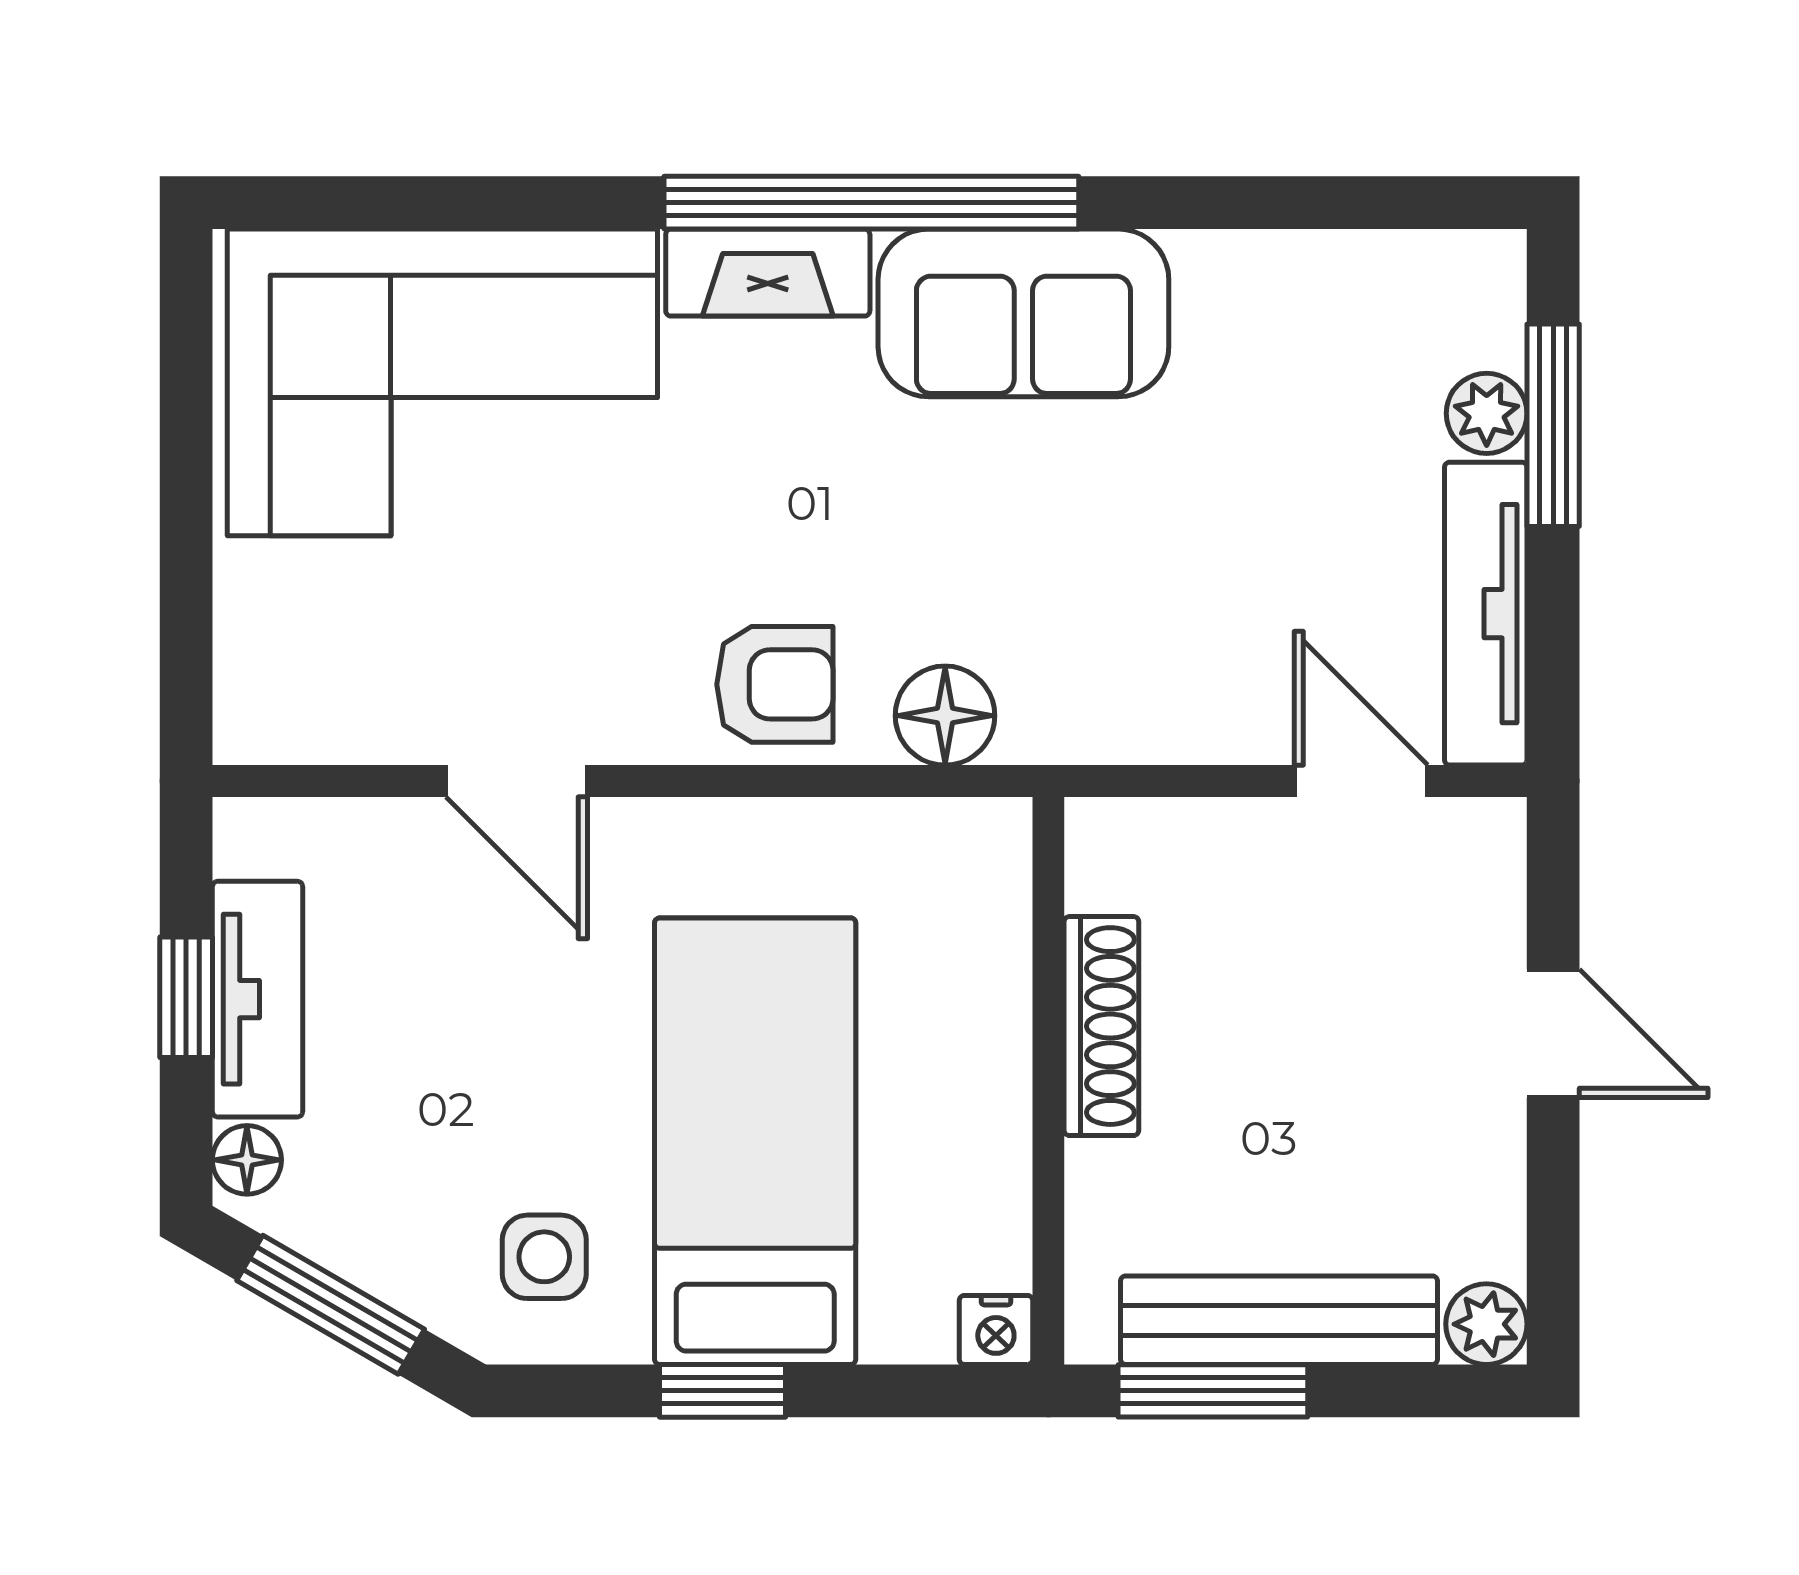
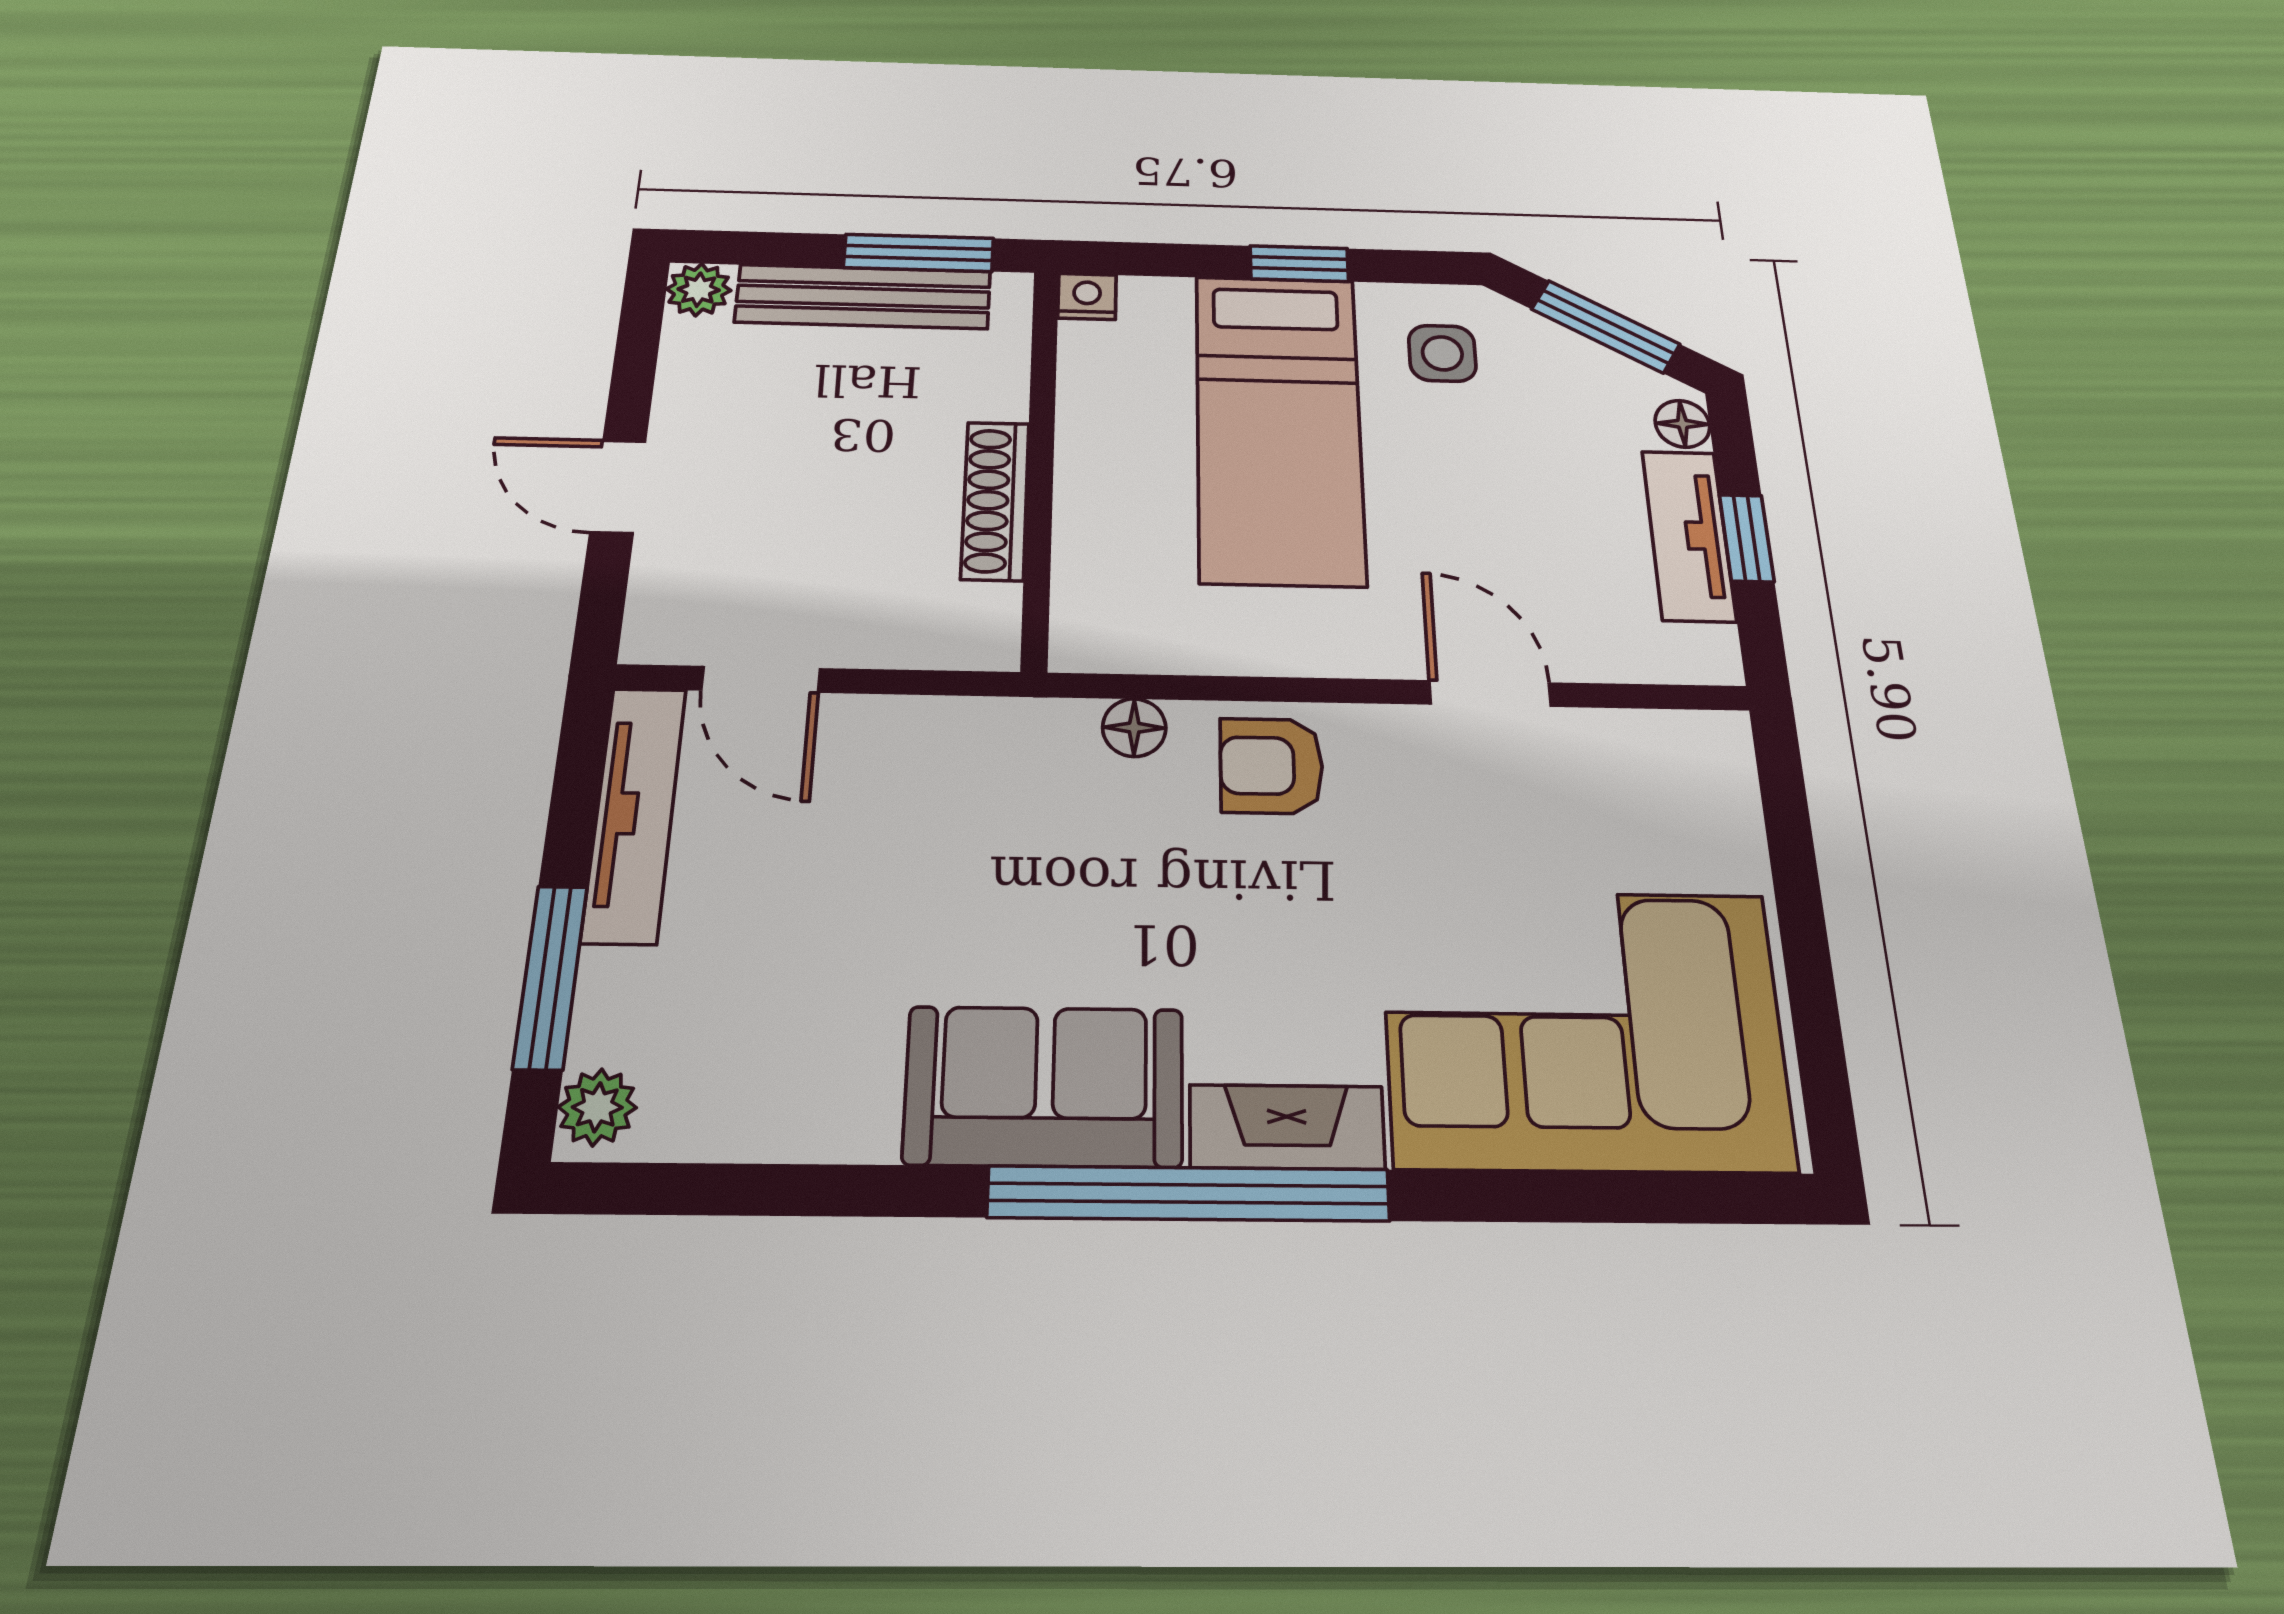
plant: (1487, 413) -> (597, 1107), moved
floor lamp: (945, 716) -> (1134, 728), width x0.73, depth x0.73

